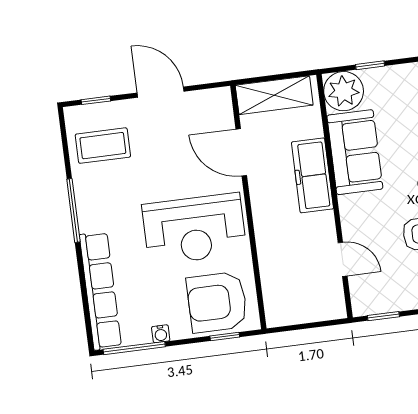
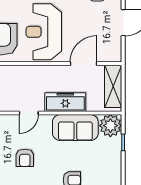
door: (343, 259) -> (29, 113), moved

